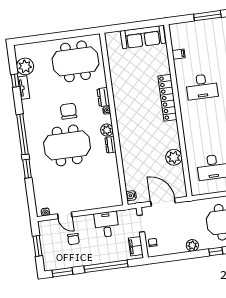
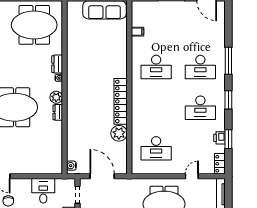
locker: (167, 98) -> (121, 101), moved
chair: (68, 111) -> (21, 73), removed

